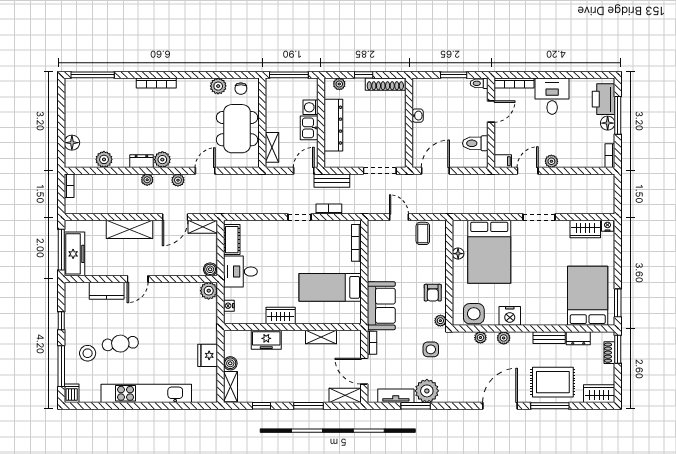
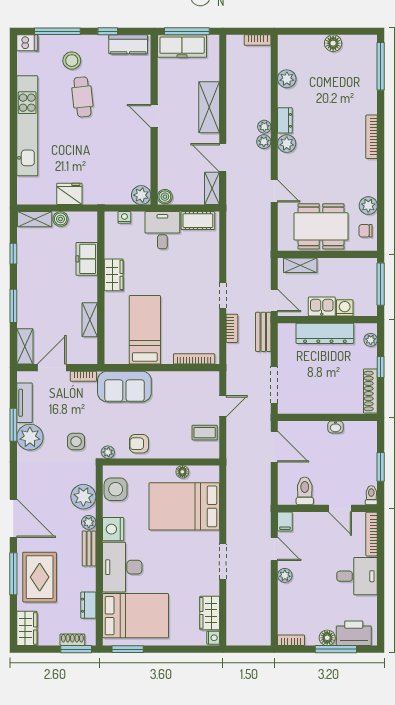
floor lamp: (72, 143) -> (333, 43), moved
plant: (178, 180) -> (264, 142), moved
kitchen counter: (107, 291) -> (128, 44), moved, turned -90
desk: (544, 308) -> (122, 567), added
plant: (480, 338) -> (83, 497), width x1.88, depth x1.88
bench: (549, 338) -> (89, 549), moved

